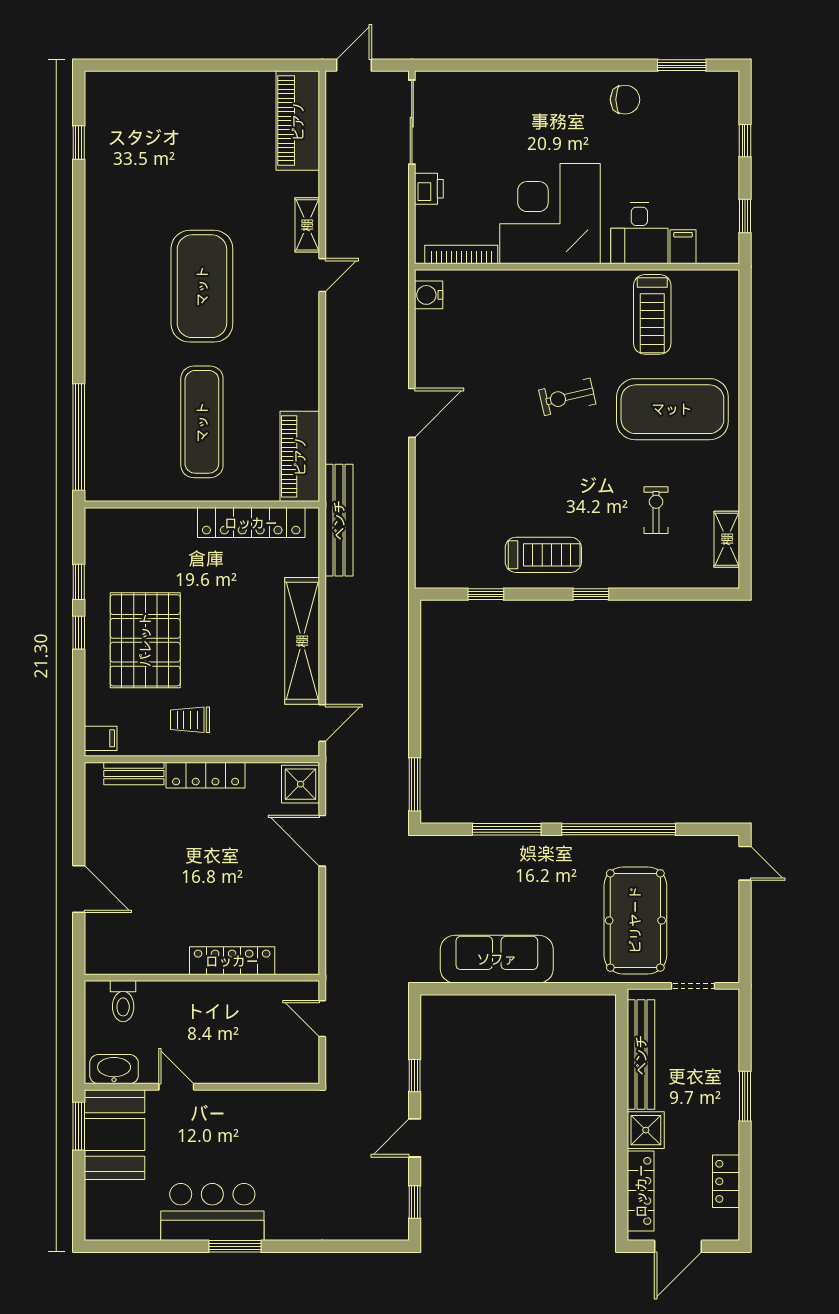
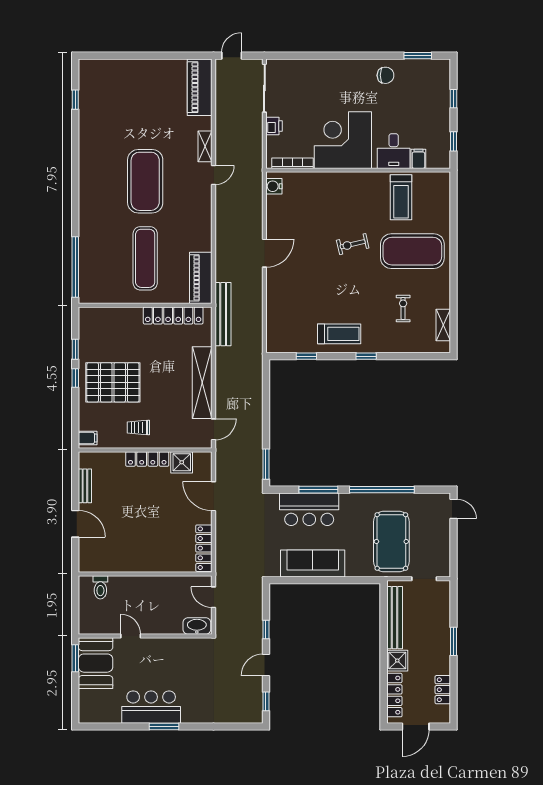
pallet: (145, 640) -> (113, 382), turned 90
bench: (134, 774) -> (85, 486), moved, turned 90
shower: (301, 784) -> (182, 462), moved
bar counter: (491, 864) -> (309, 509), added
locker: (232, 961) -> (204, 548), moved, turned -90
washbasin: (114, 1069) -> (197, 626), moved

